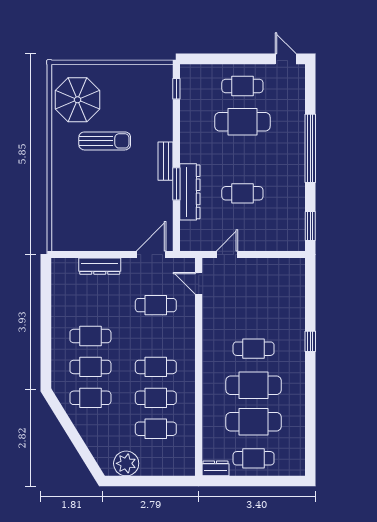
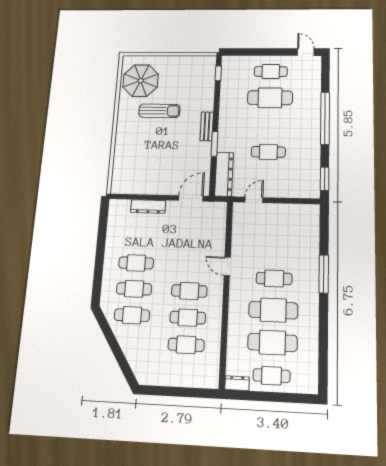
dresser: (190, 192) -> (224, 174), moved
door: (199, 283) -> (227, 266), moved
cafe table: (156, 305) -> (192, 239), removed
window: (310, 341) -> (324, 274), width x2.17
plant: (126, 463) -> (158, 375), removed

